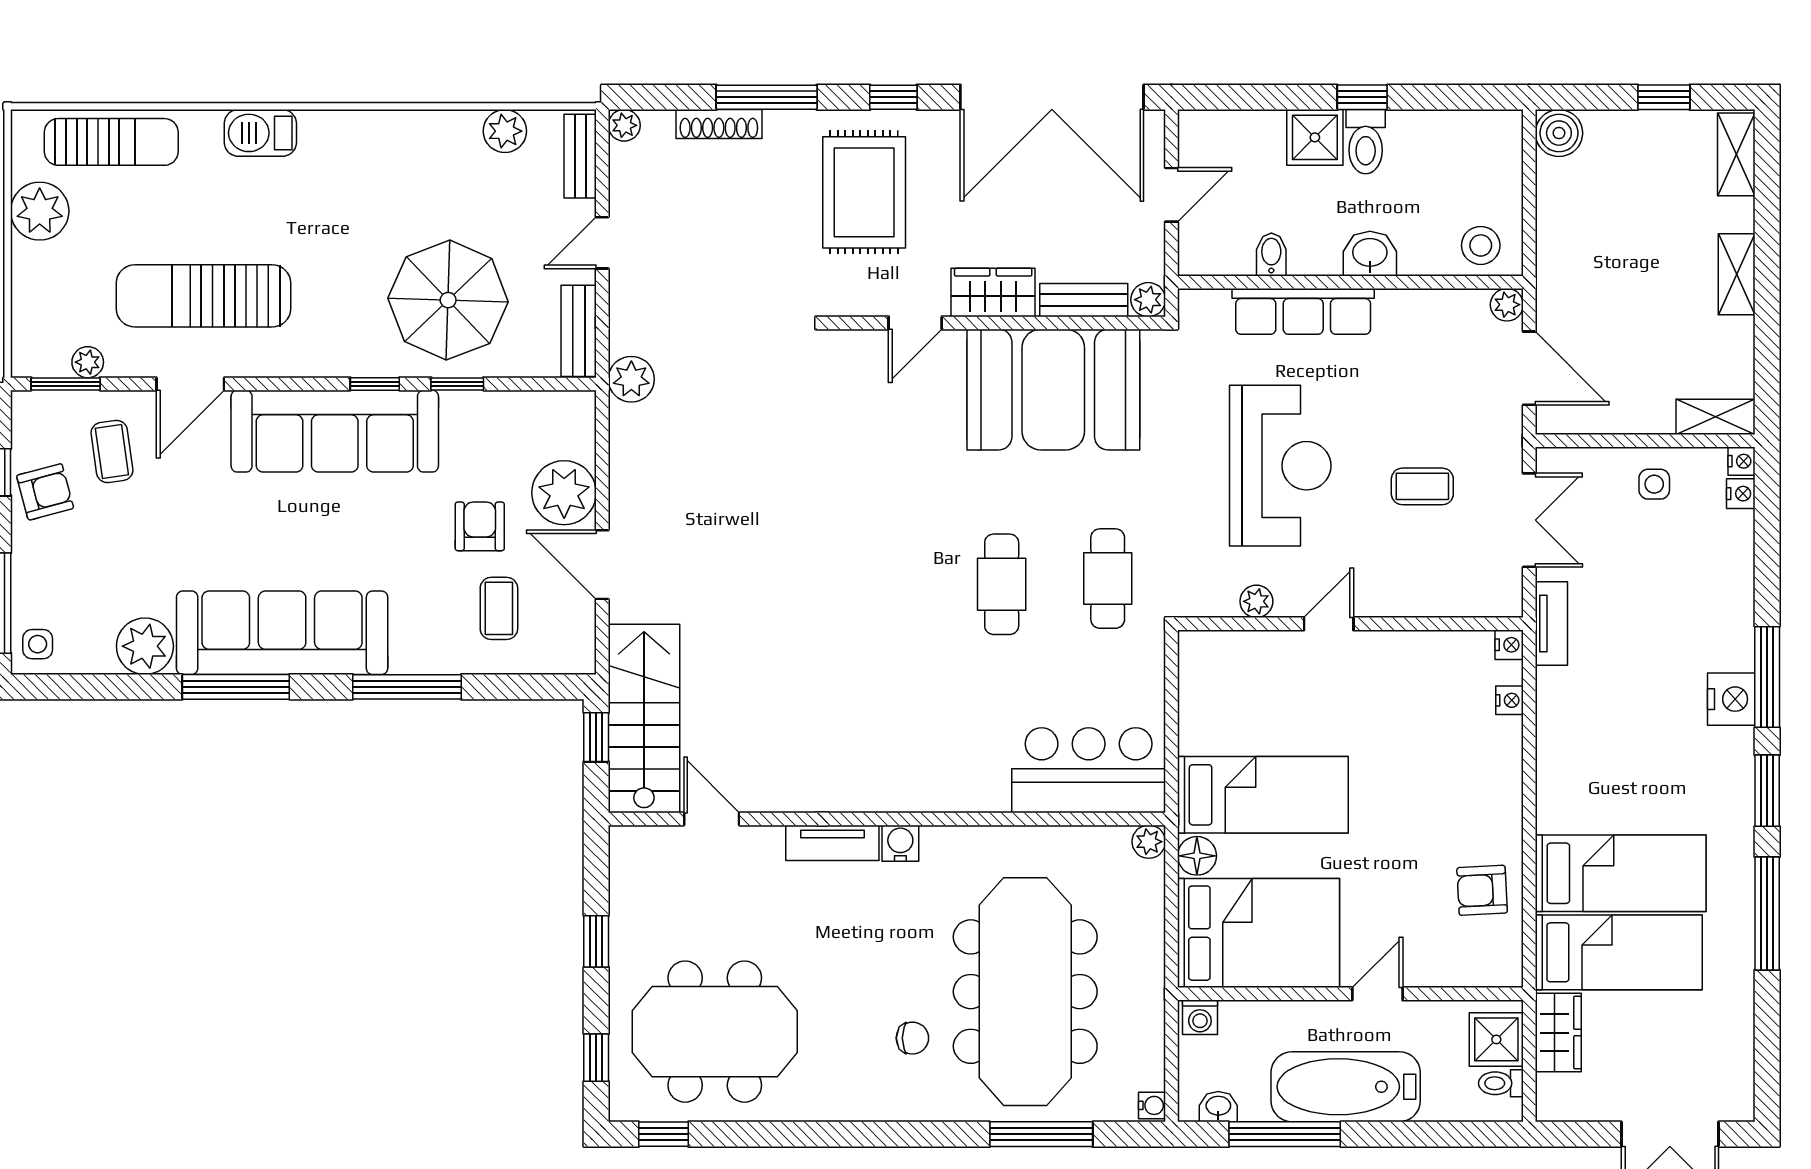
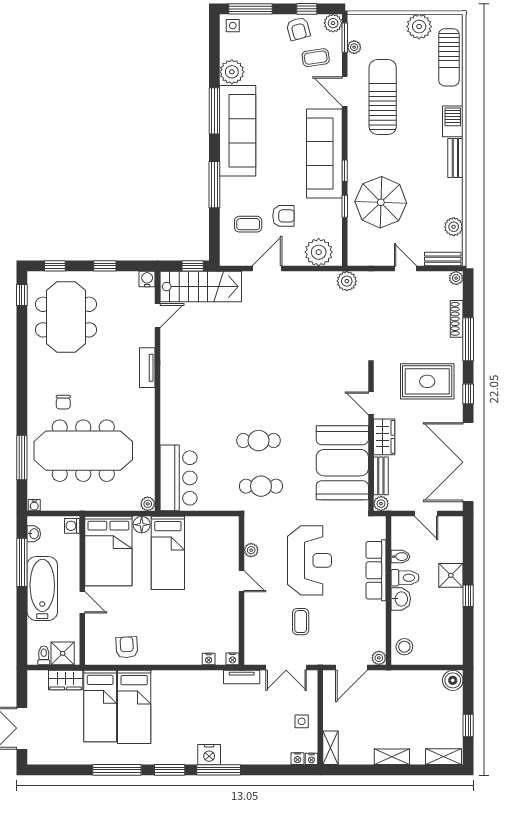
toilet: (1366, 142) -> (405, 578), moved, turned 180
bench: (579, 331) -> (455, 158), moved, turned 90
plant: (32, 411) -> (333, 23), added
reception desk: (1280, 466) -> (310, 560), turned -90
plant: (564, 493) -> (319, 252), moved
water cooler: (900, 843) -> (147, 279), moved, turned -90

